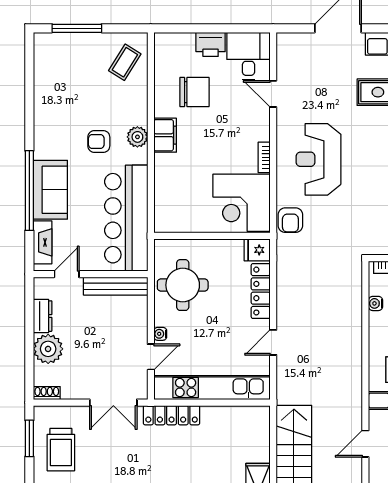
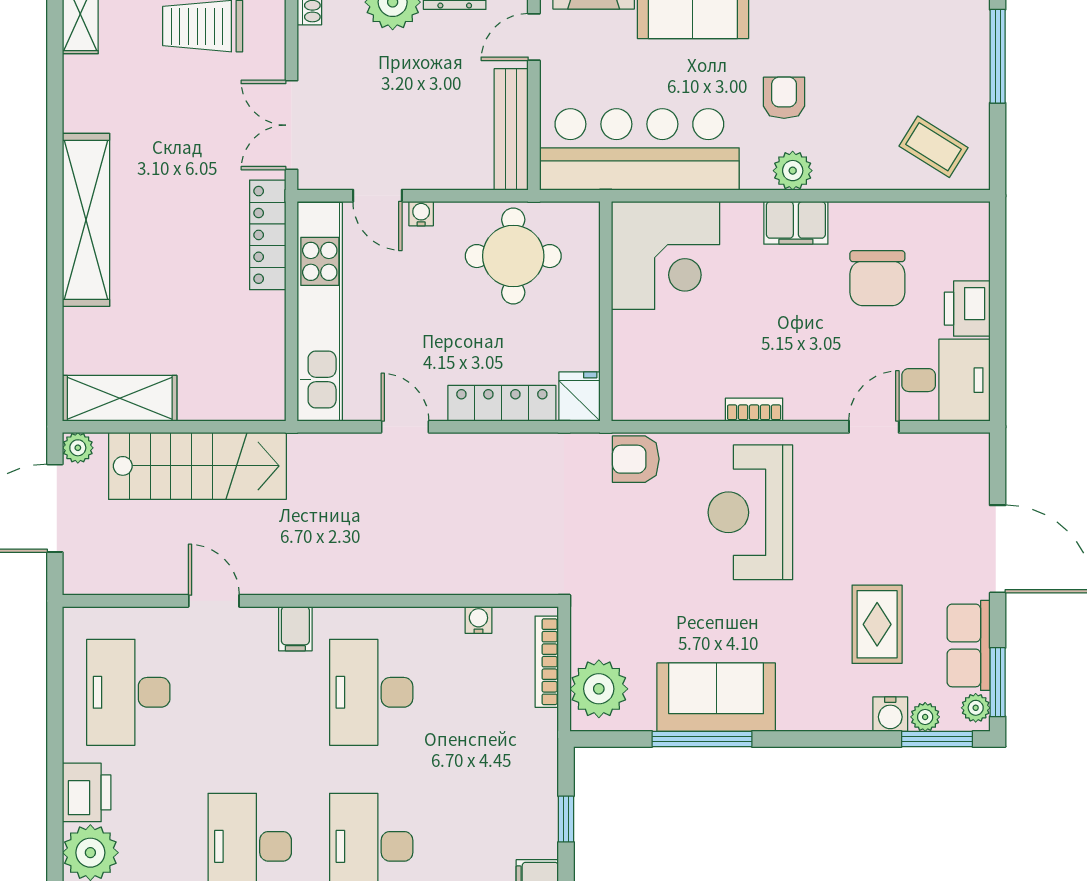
reception desk: (319, 159) -> (750, 512), turned -90
corner desk: (242, 203) -> (665, 255), moved, turned 180
door: (67, 274) -> (534, 37), swing flipped

